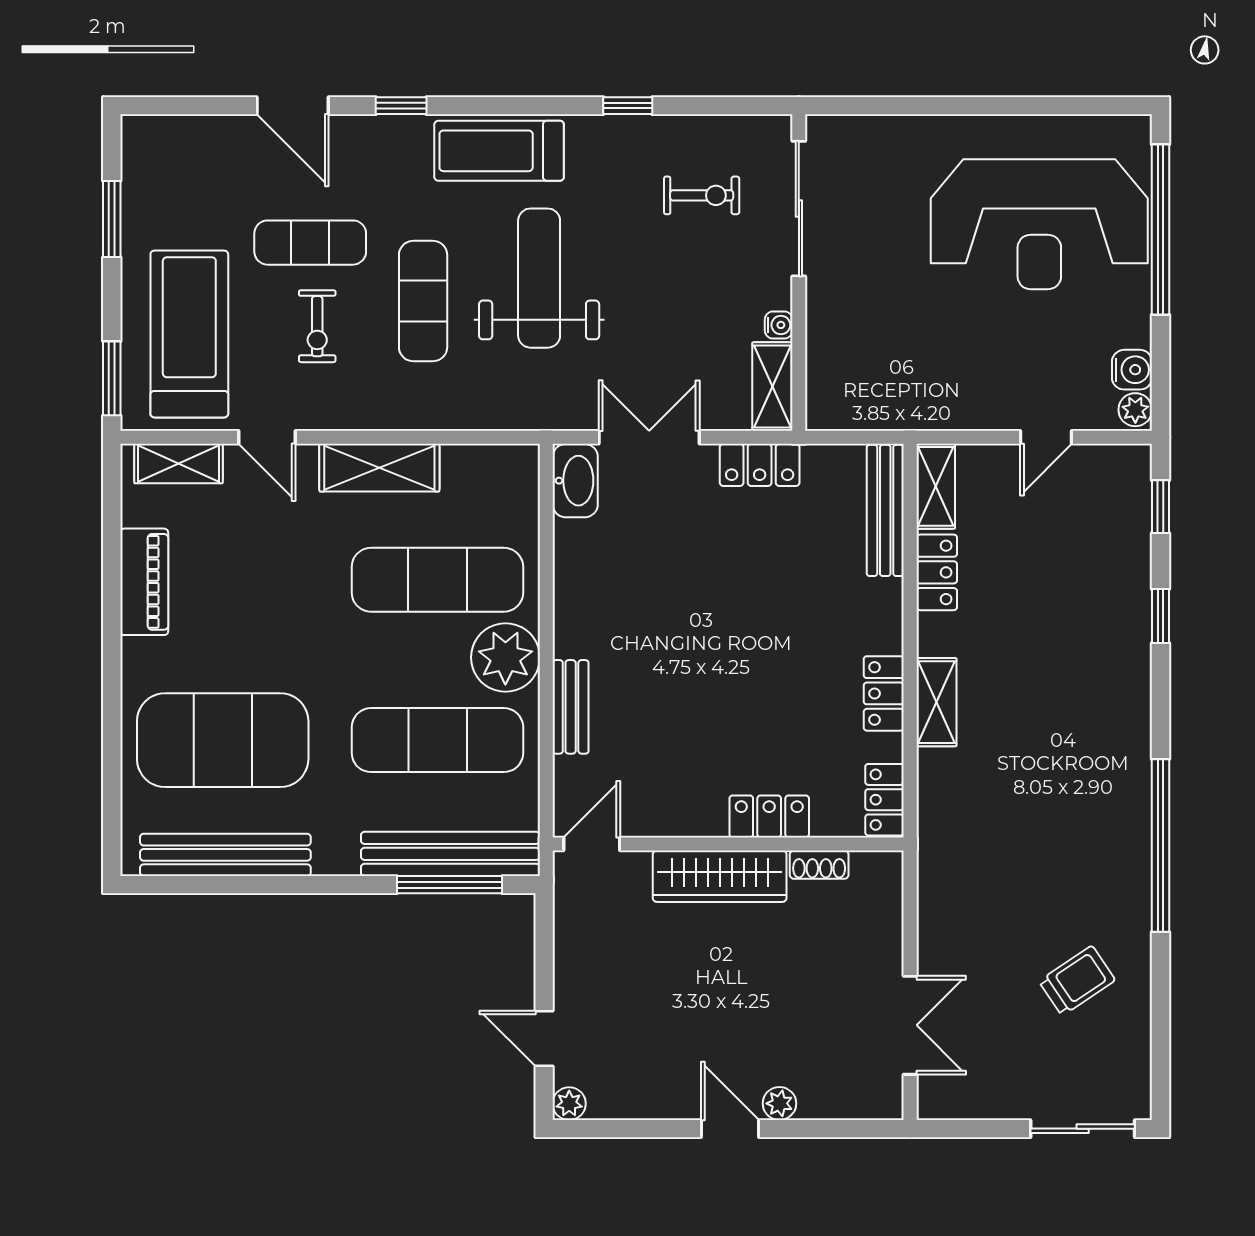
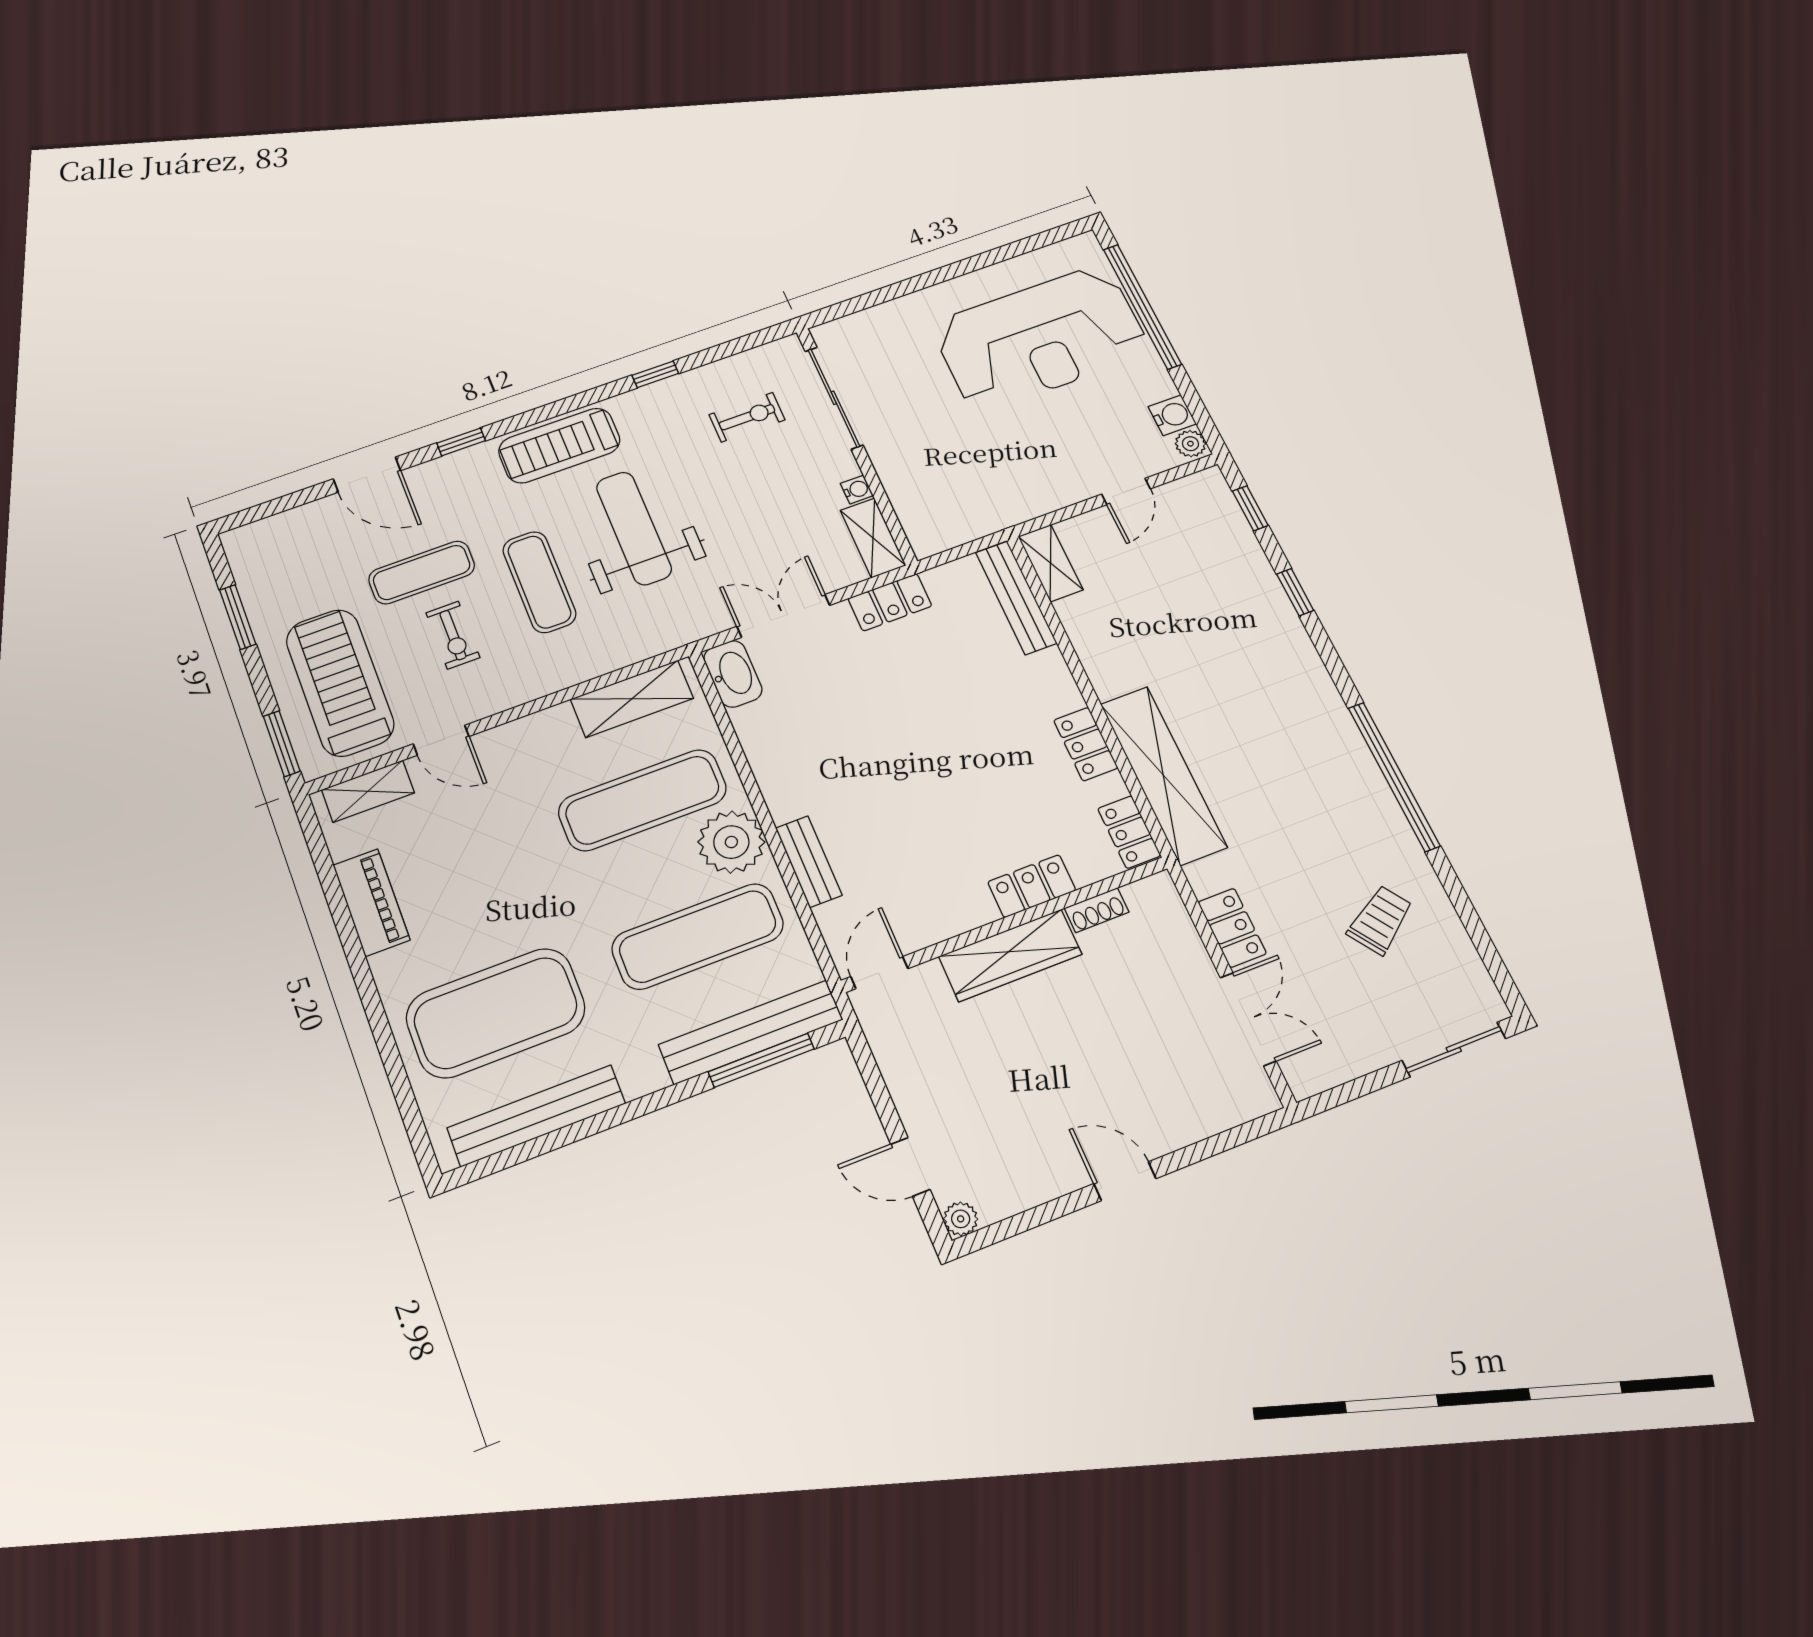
shelving: (379, 468) -> (632, 699), moved
locker: (937, 572) -> (1232, 928), moved
shelving: (936, 702) -> (1163, 775), width x2.20, depth x1.33
plant: (779, 1103) -> (1161, 1139), removed

